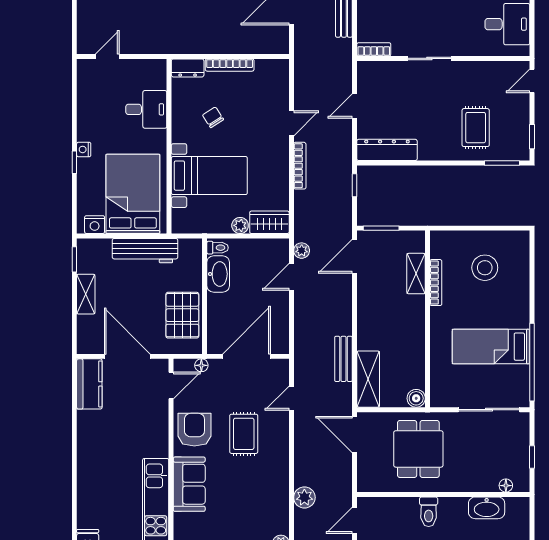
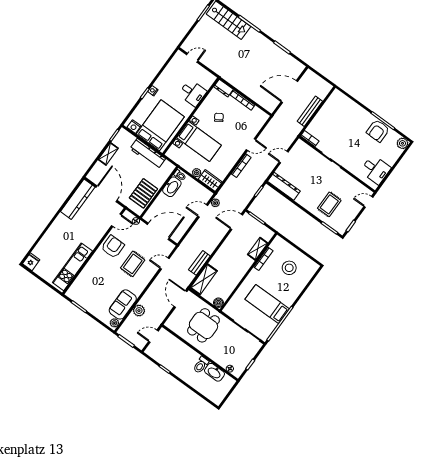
kitchen counter: (89, 384) -> (78, 199), width x1.50
sofa: (189, 484) -> (123, 304), moved, turned 180
toilet: (429, 512) -> (201, 365), moved

